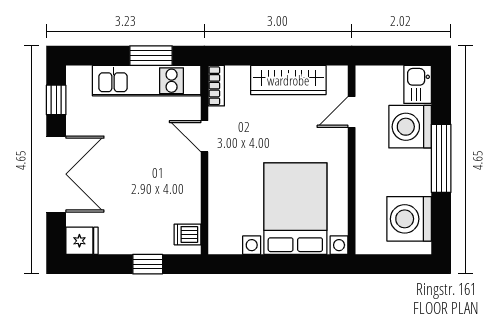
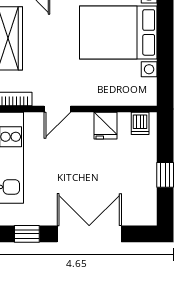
fridge: (82, 241) -> (106, 126), moved, turned 180
window: (148, 264) -> (165, 175), moved

